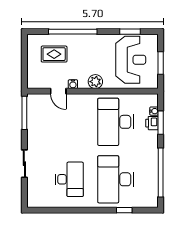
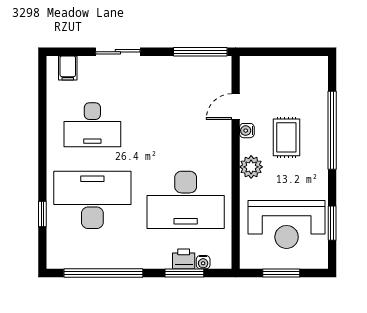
rug: (54, 54) -> (286, 137), moved
desk: (116, 122) -> (186, 200), turned 180
filing cabinet: (34, 195) -> (68, 68), added

